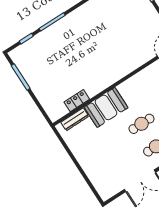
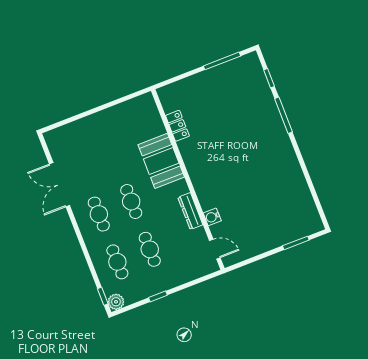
water cooler: (140, 60) -> (212, 217), added
dresser: (75, 119) -> (190, 211), moved

